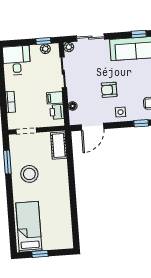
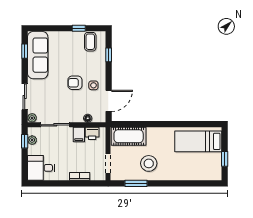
armchair: (109, 90) -> (75, 83), turned 90
side table: (121, 112) -> (93, 85), moved
door: (93, 127) -> (109, 101), hinge flipped
cot: (59, 145) -> (129, 136), width x1.37, depth x1.34
bed: (29, 227) -> (198, 141), moved

